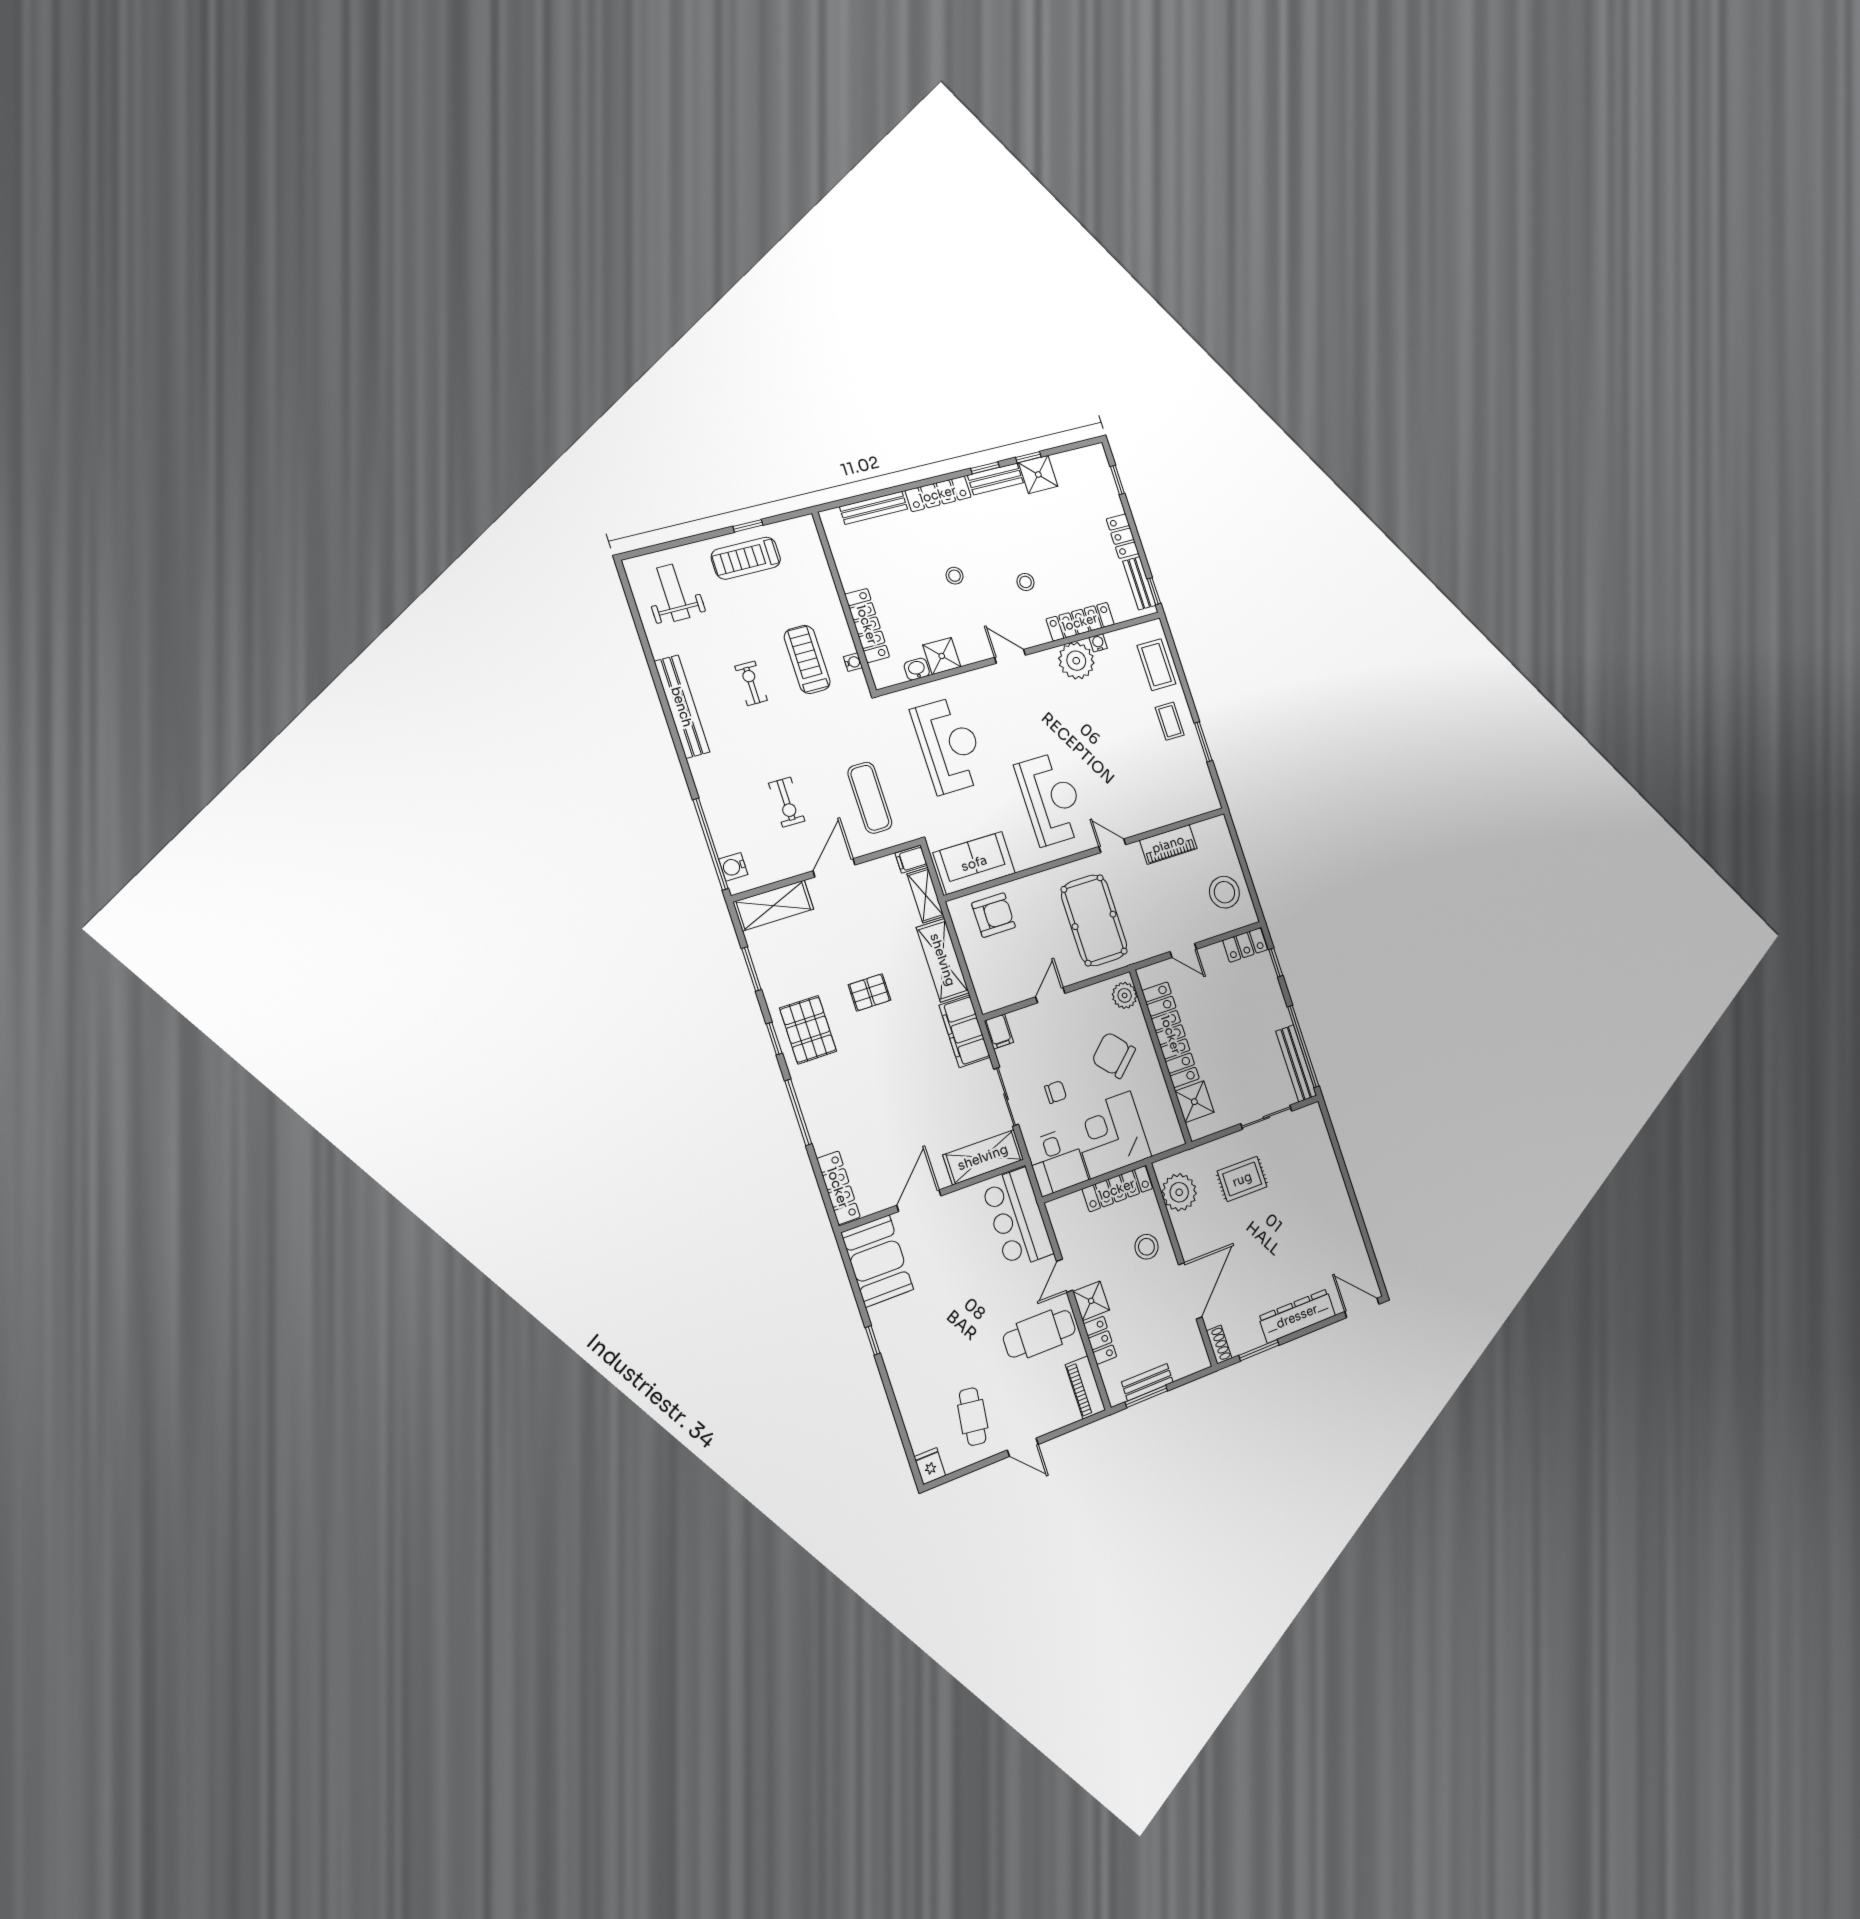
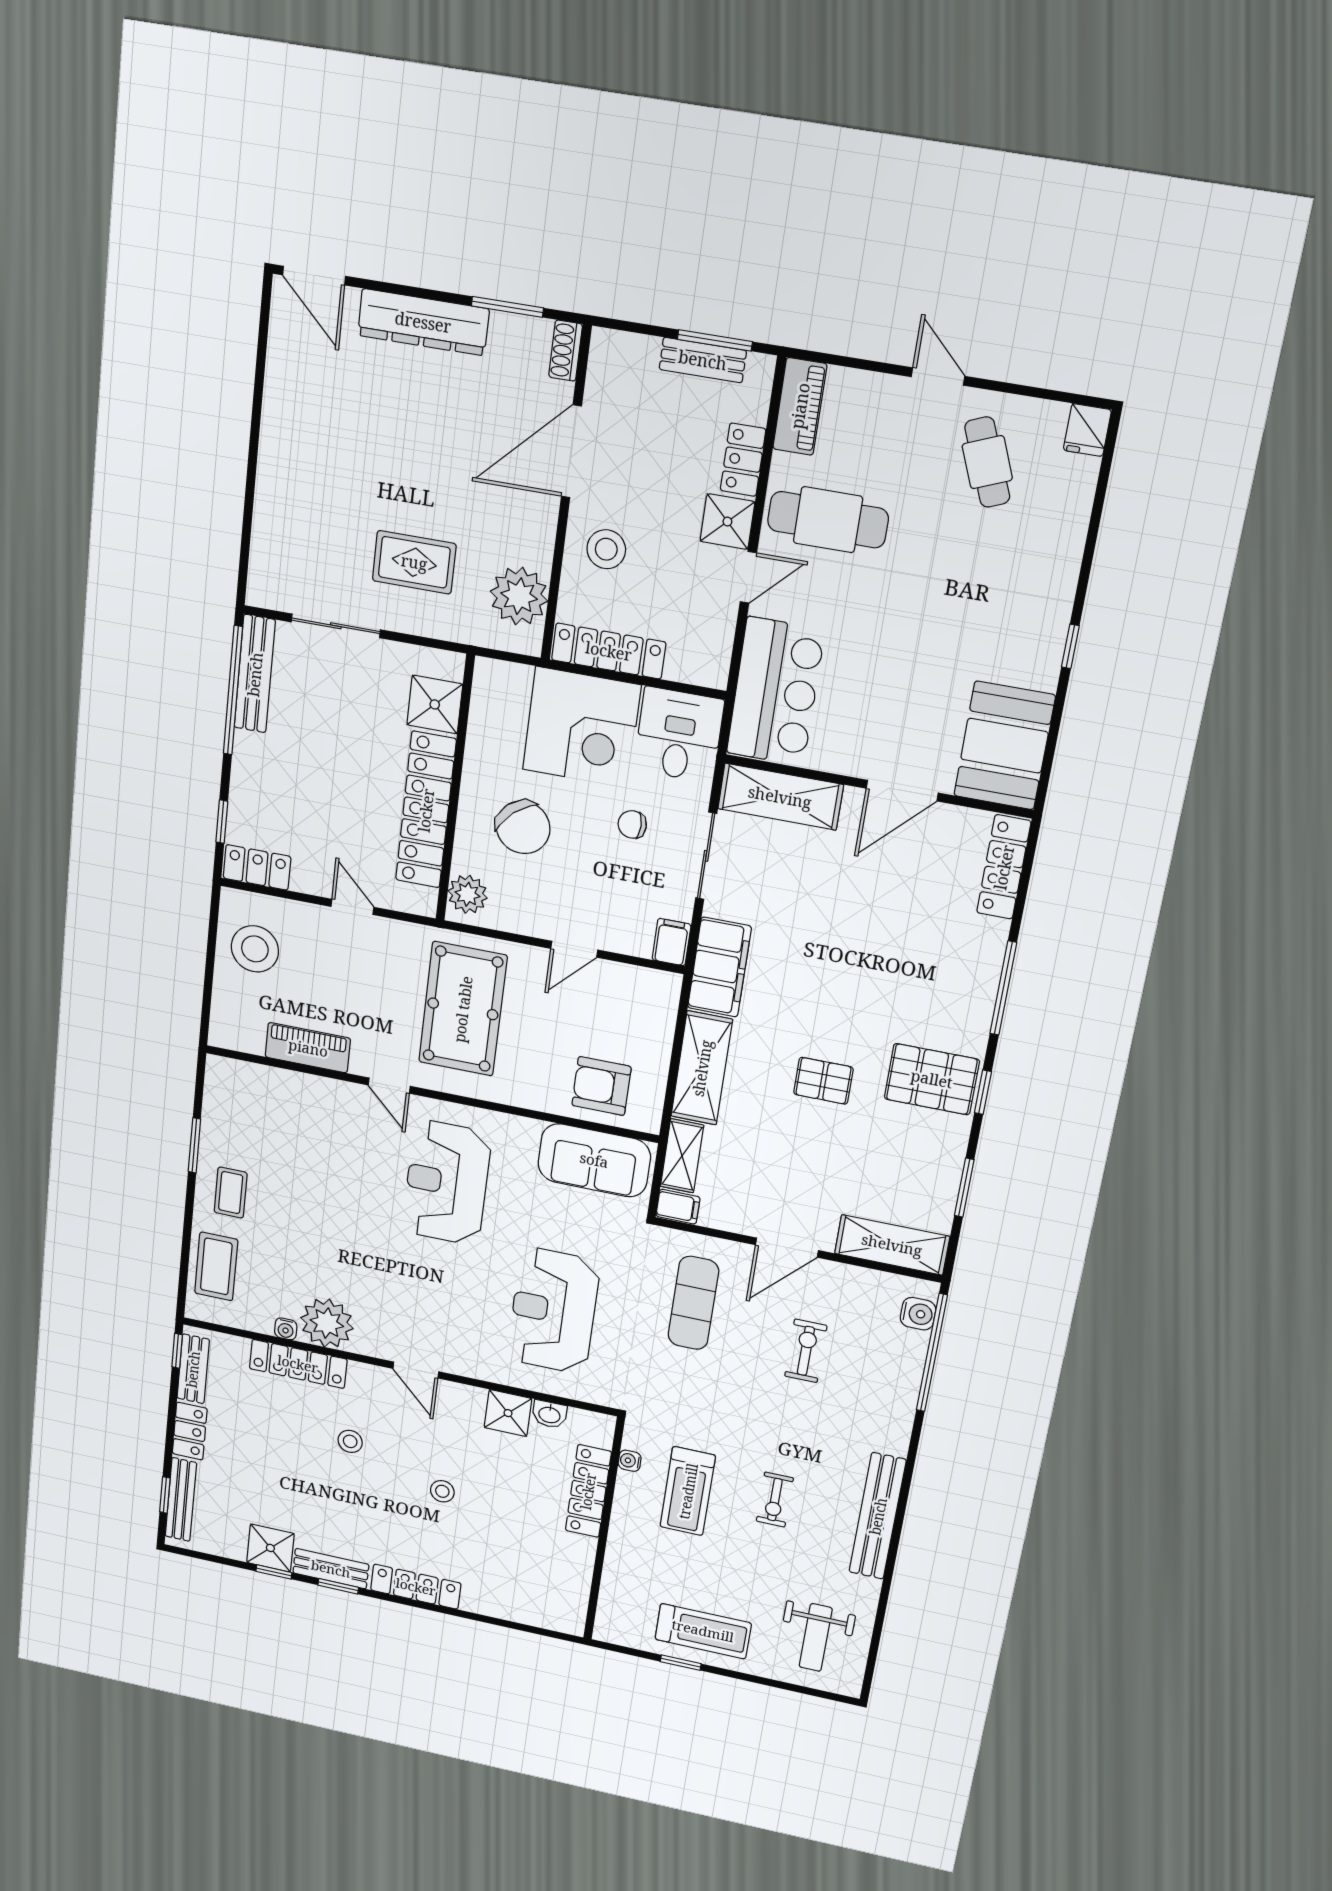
bench: (874, 508) -> (181, 1500), moved, turned 90
pallet: (808, 1030) -> (932, 1079), turned 90
cafe table: (973, 1417) -> (987, 462), turned -30

